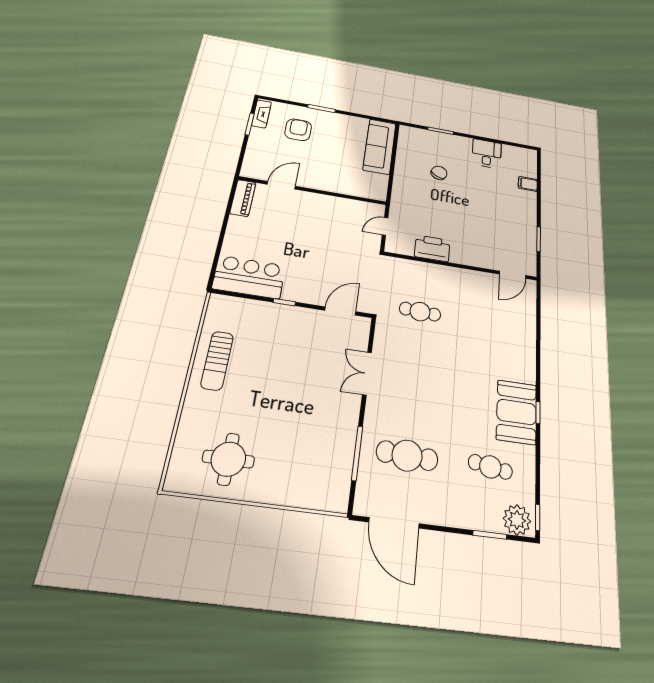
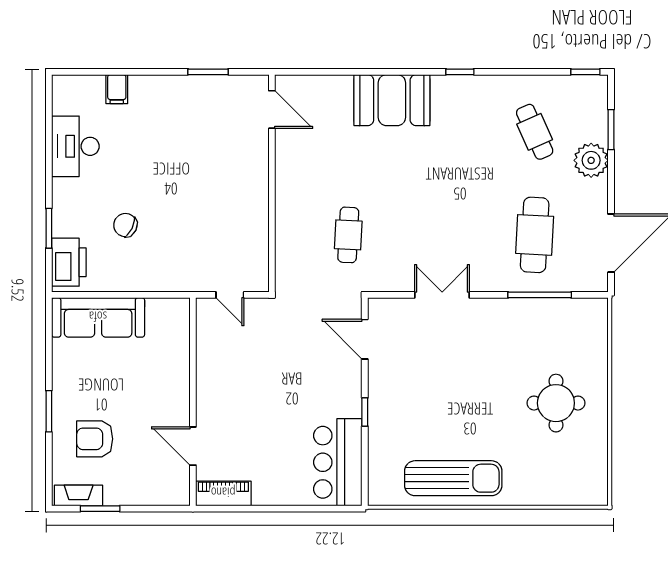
desk: (487, 154) -> (75, 146), width x1.37
printer: (432, 248) -> (69, 262), moved, turned 180
sun lounger: (217, 361) -> (453, 478), width x1.36, depth x1.34
double door: (367, 374) -> (442, 295), swing flipped
booth: (517, 412) -> (392, 100), moved
round table: (228, 459) -> (556, 403), moved
cafe table: (490, 467) -> (535, 132), turned -33
plant: (517, 520) -> (591, 160), moved

